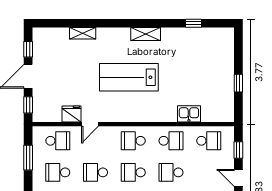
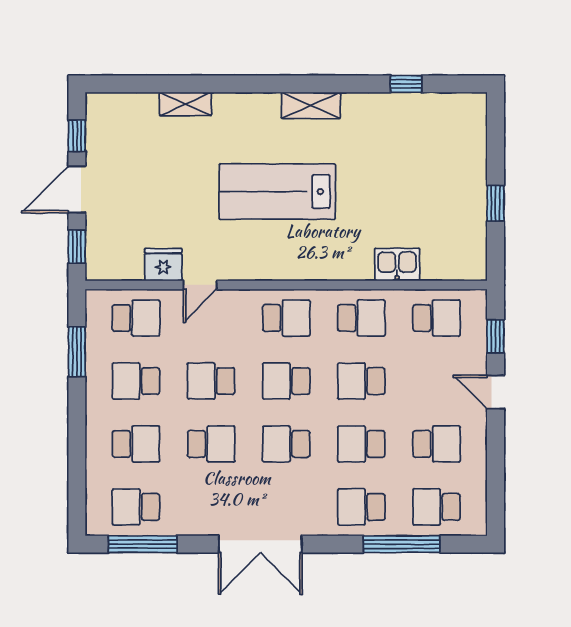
school desk: (133, 141) -> (286, 318), turned 180

